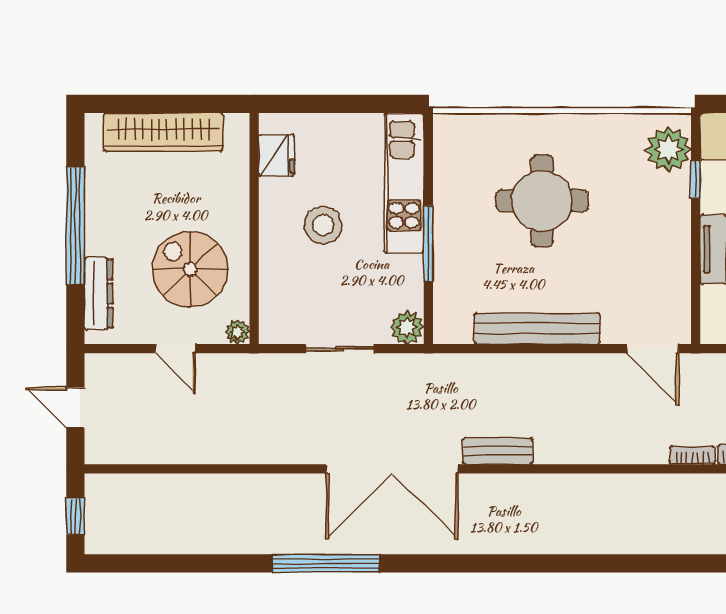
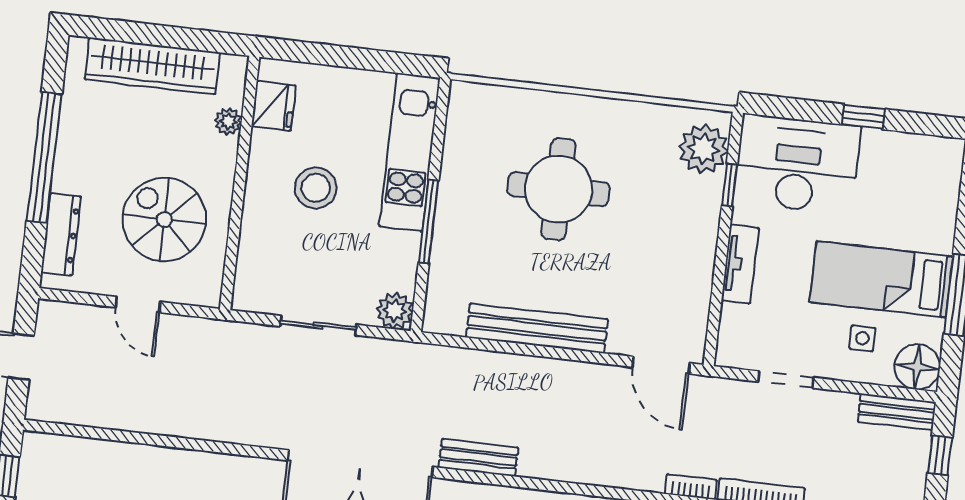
plant: (237, 332) -> (228, 122), moved

